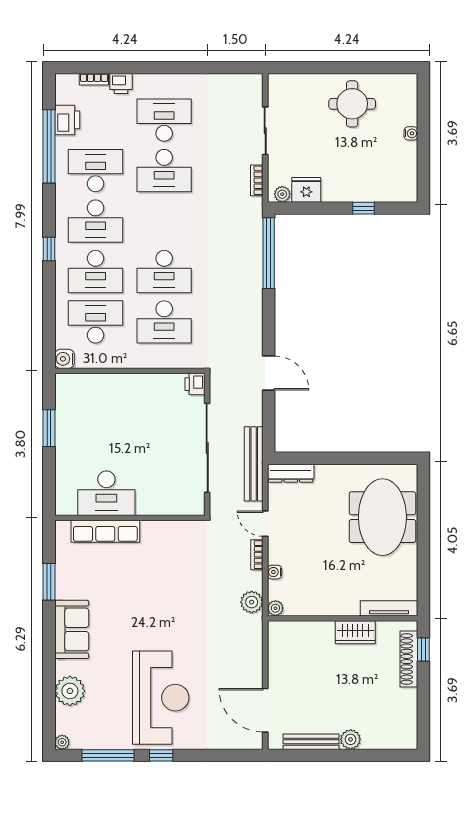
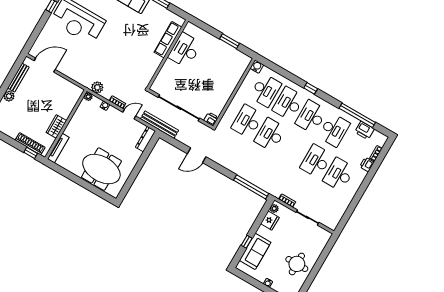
desk: (164, 120) -> (339, 174), turned 180
sofa: (371, 185) -> (255, 251), added

